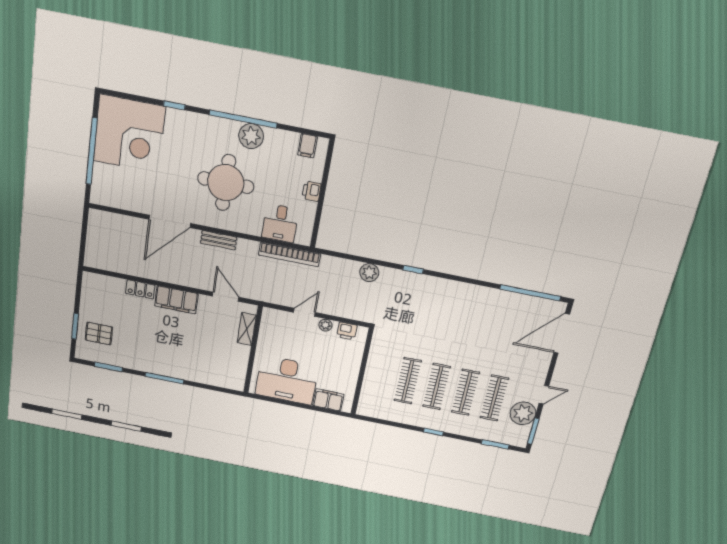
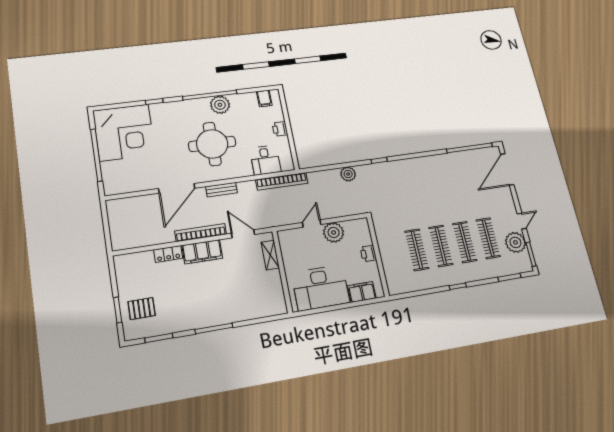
bookcase: (181, 279) -> (201, 233), added
plant: (325, 325) -> (334, 232), width x1.87, depth x1.87
printer: (347, 331) -> (368, 254), moved, turned 90

